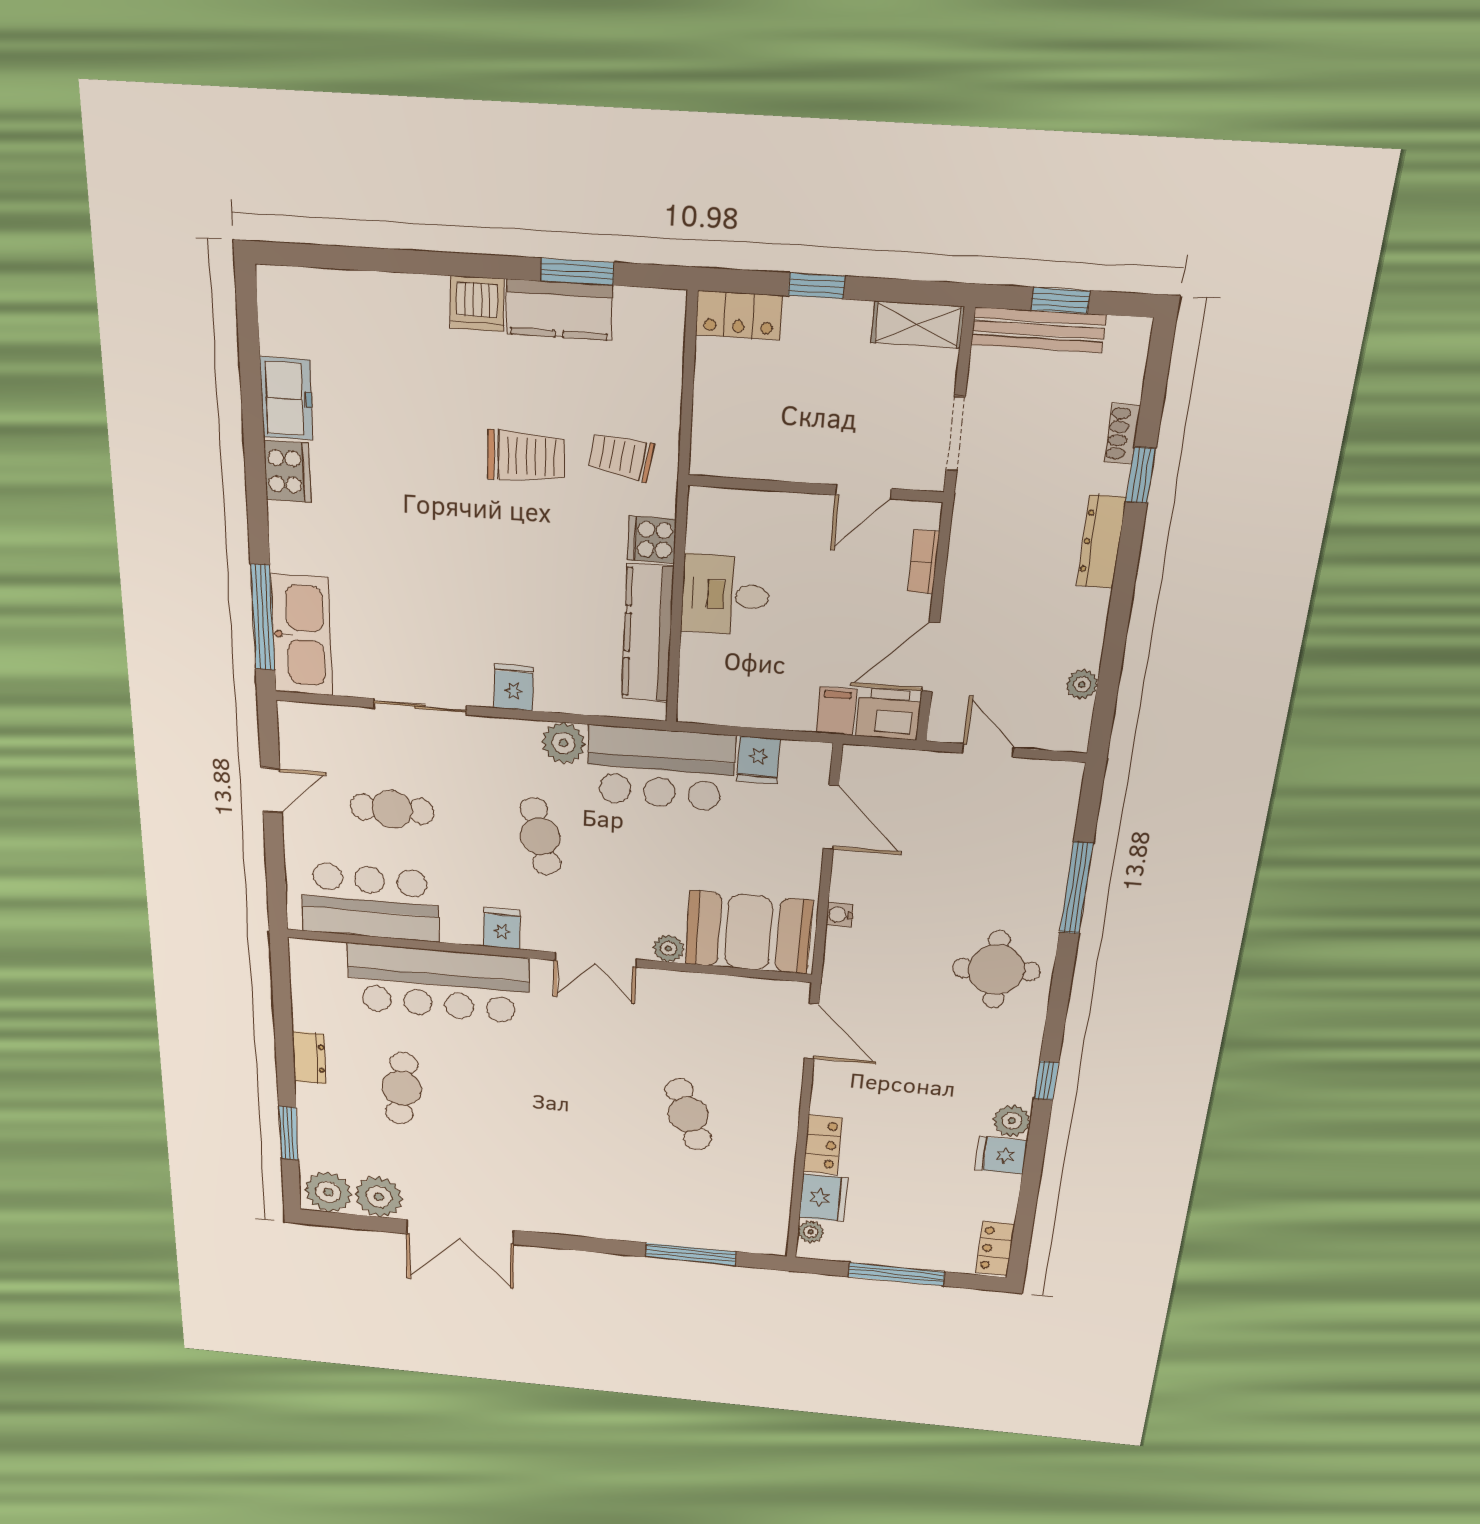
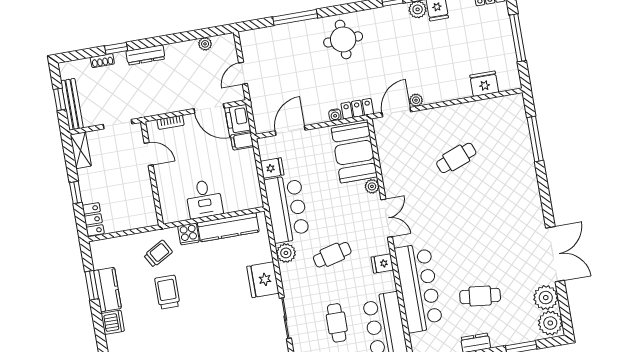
trolley: (621, 457) -> (158, 254), turned -129
fridge: (514, 687) -> (263, 280), width x1.88, depth x1.34
locker: (823, 1145) -> (357, 109), moved
plant: (811, 1232) -> (416, 100), moved

